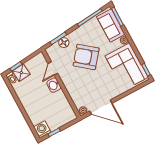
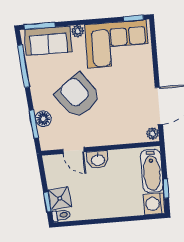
armchair: (86, 57) -> (78, 96), turned 104
bathtub: (61, 120) -> (152, 171), added

